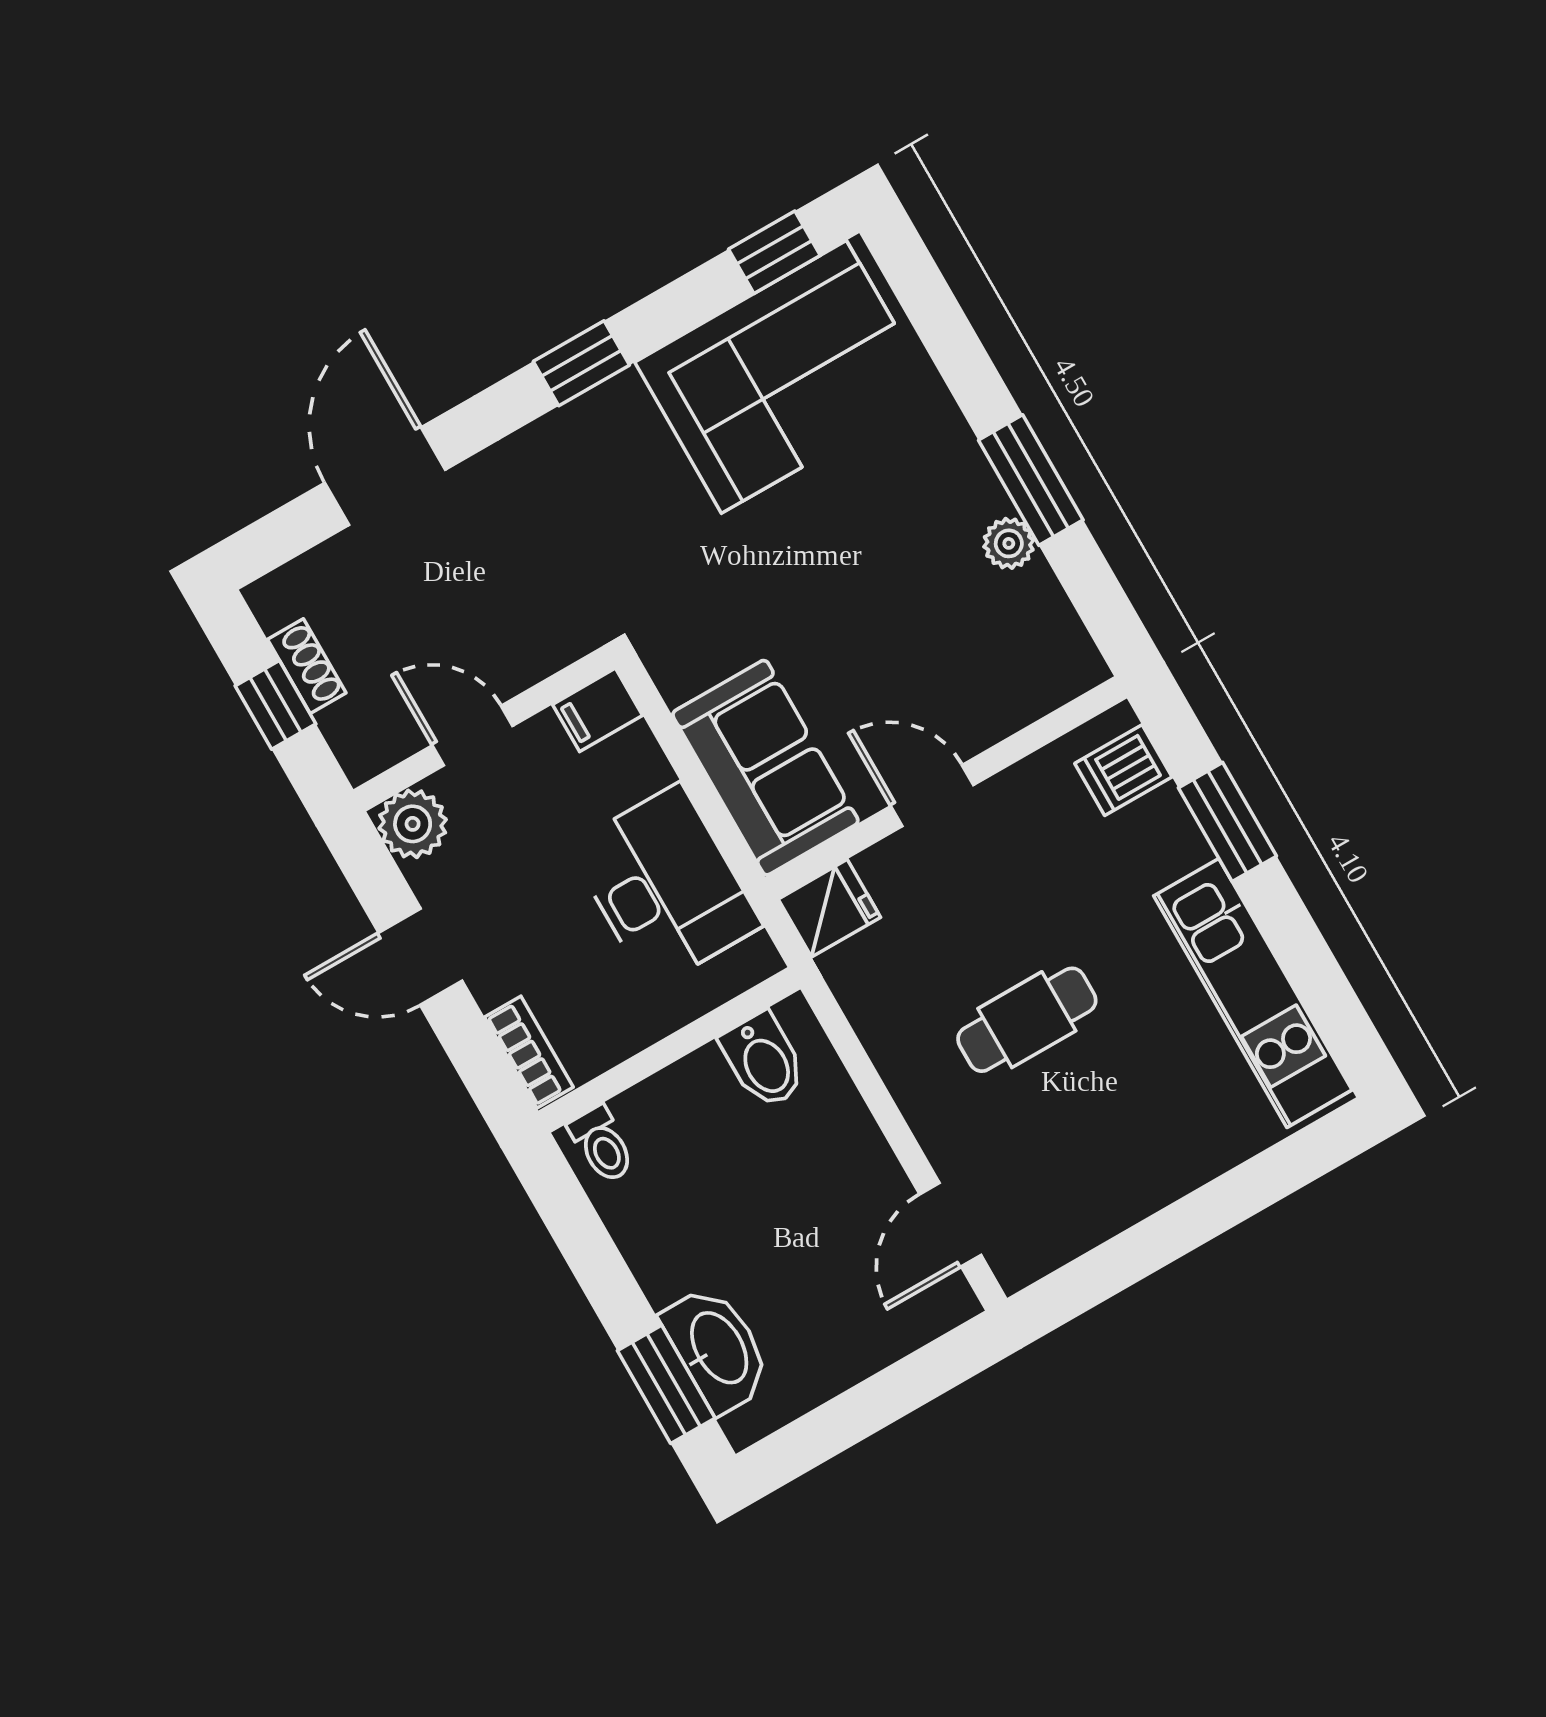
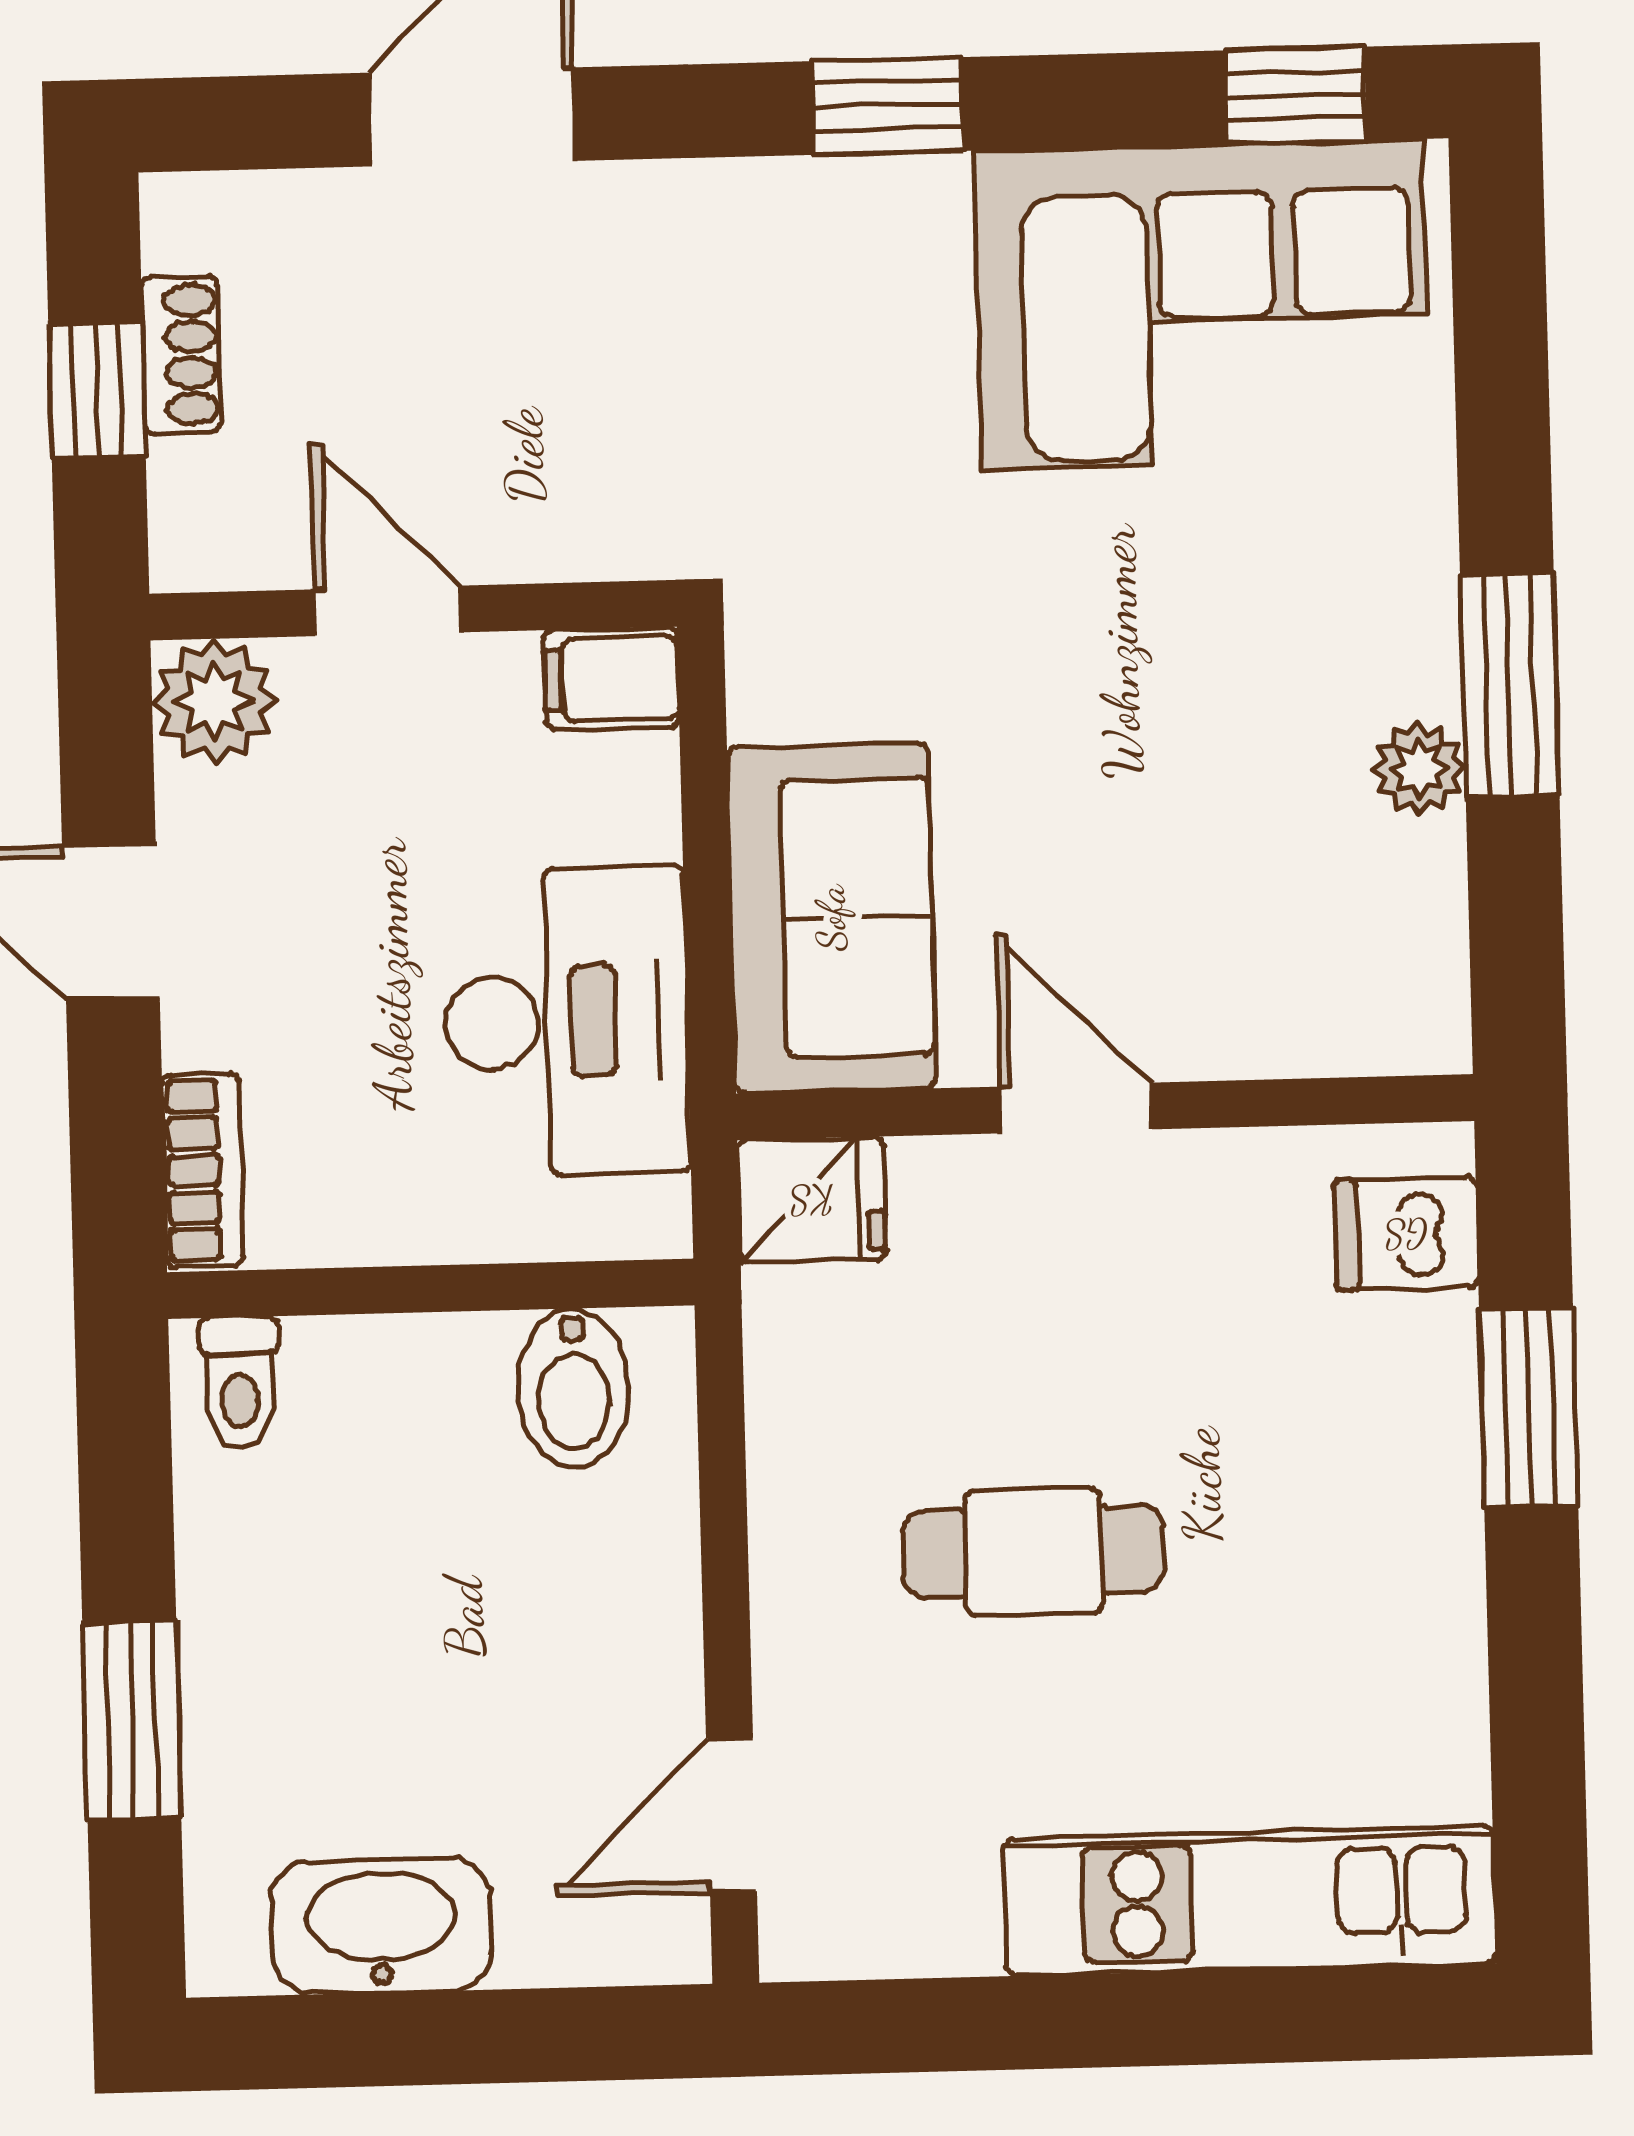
kitchen unit: (1253, 993) -> (1250, 1901), moved, turned 90
washbasin: (717, 1349) -> (381, 1926), moved, turned -90
window: (666, 1384) -> (132, 1720), moved

